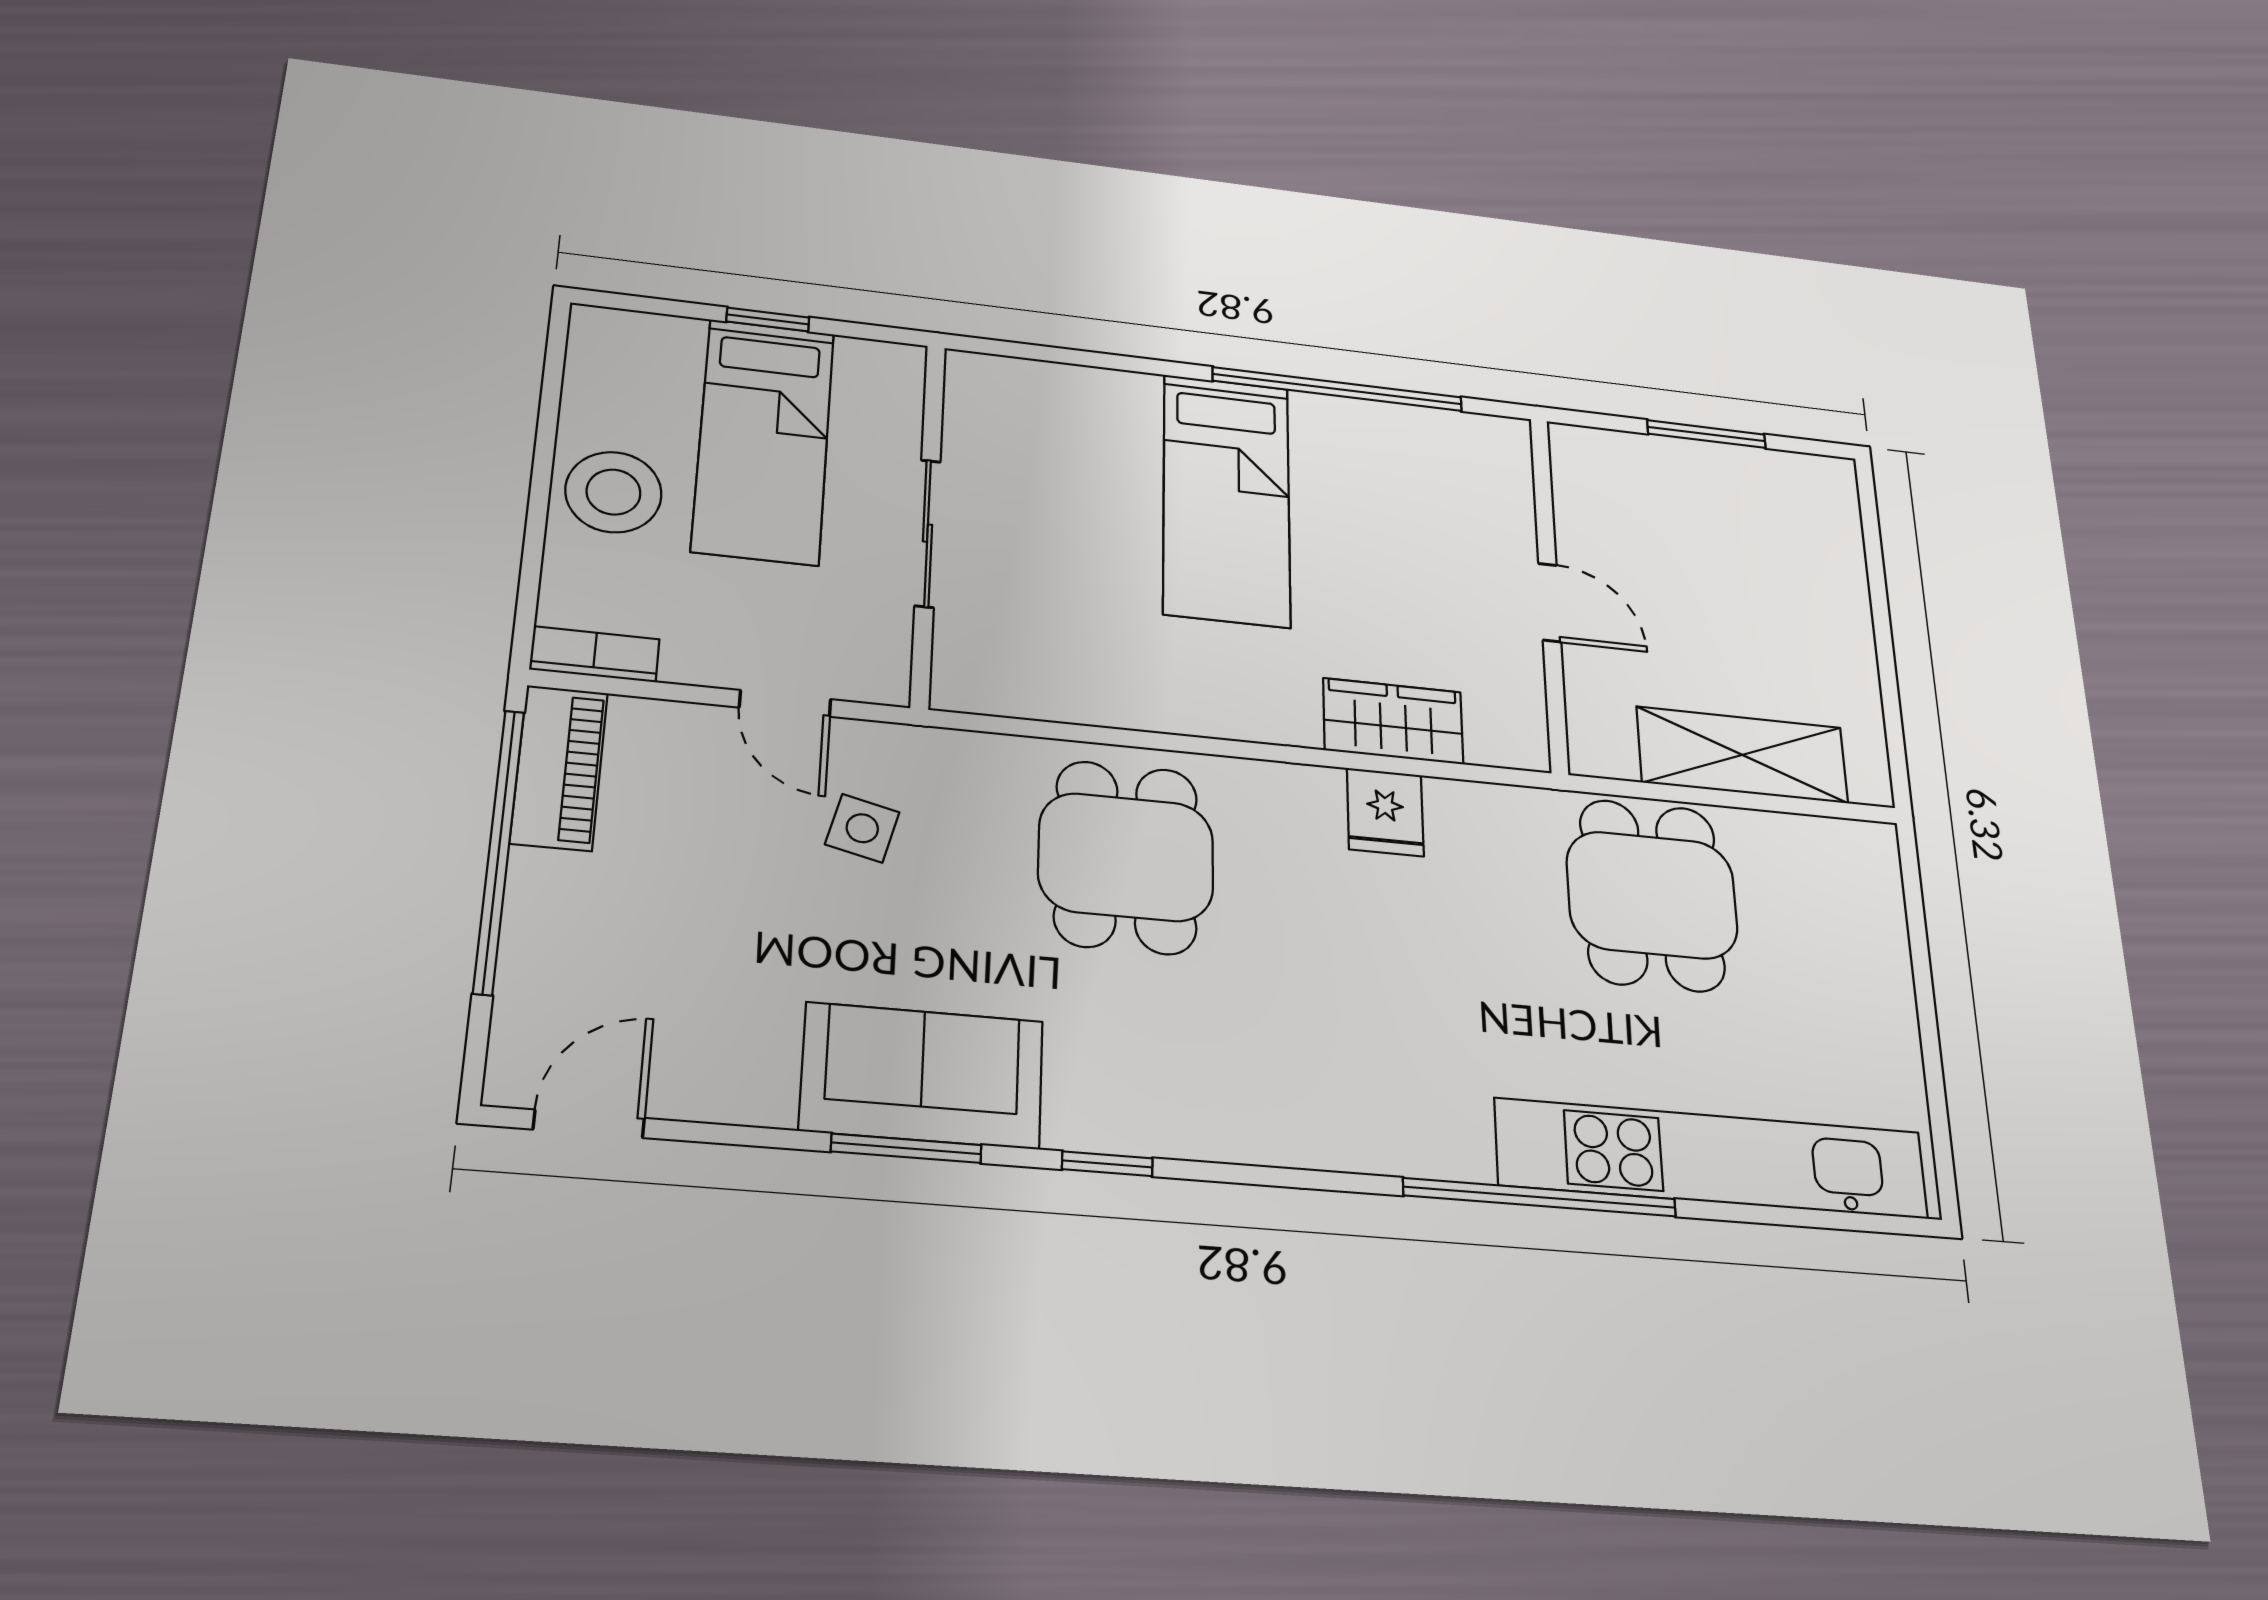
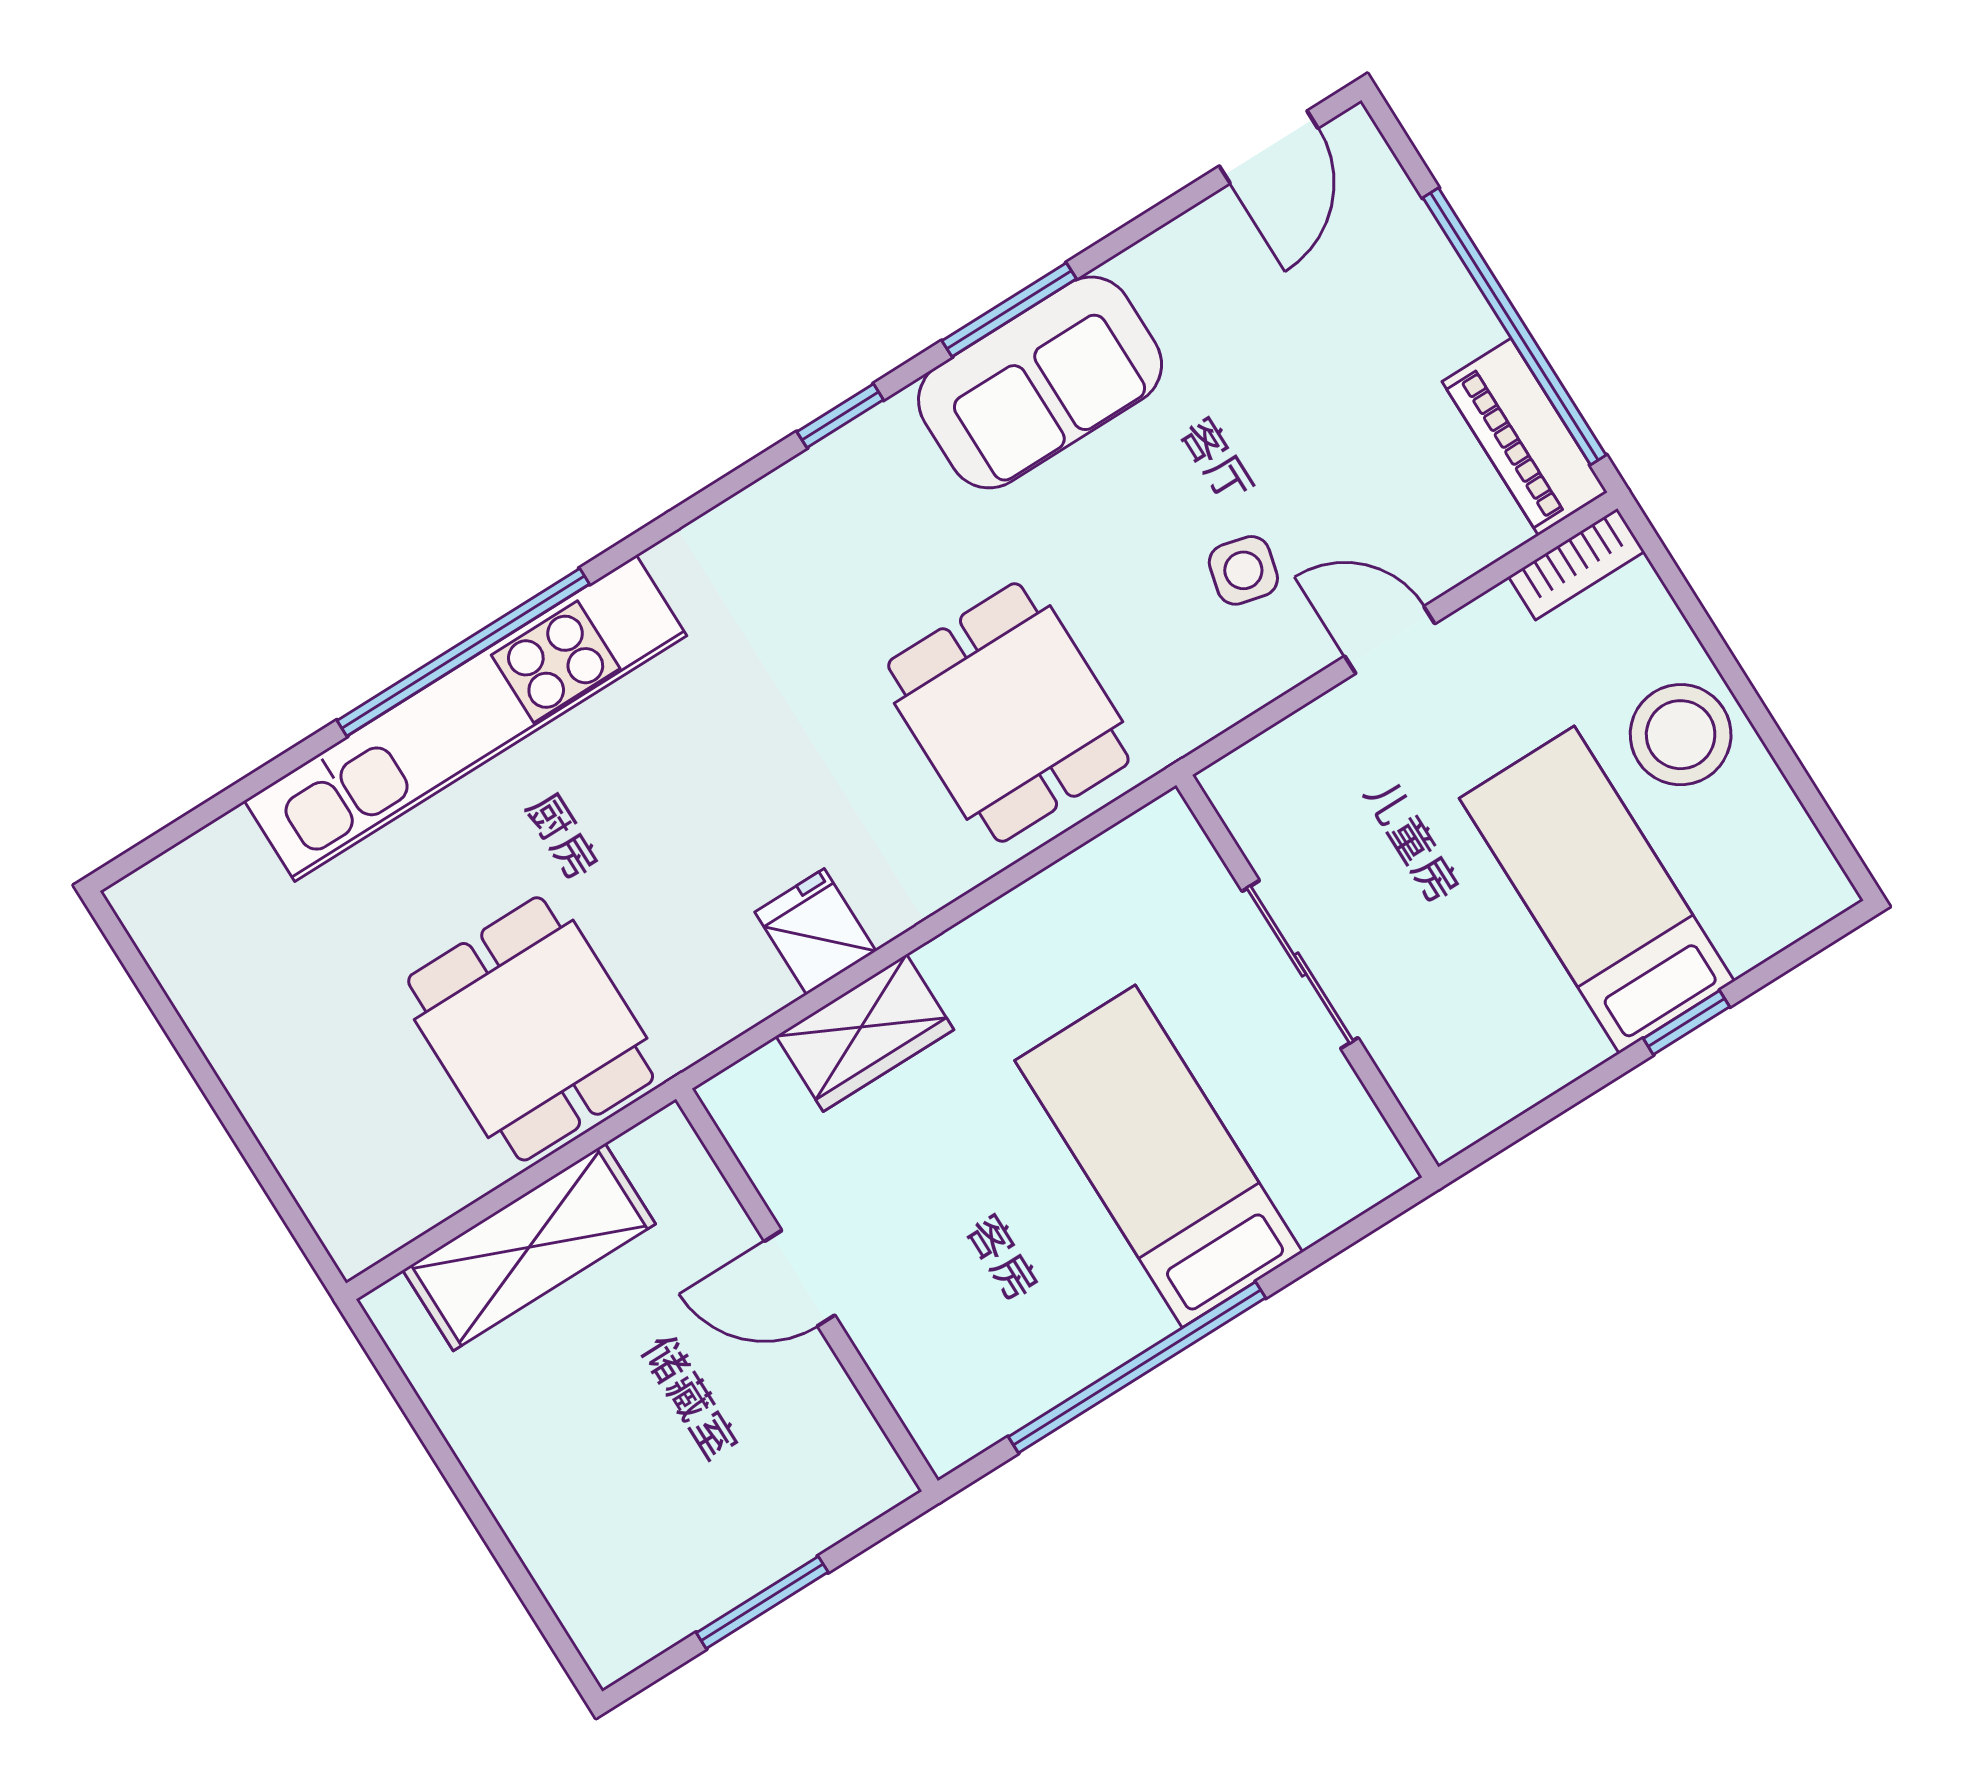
wall: (928, 522) -> (1307, 976), moved
sliding door: (927, 533) -> (1300, 965), moved
kitchen unit: (1712, 1159) -> (465, 718), moved

